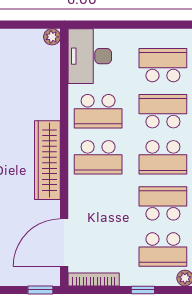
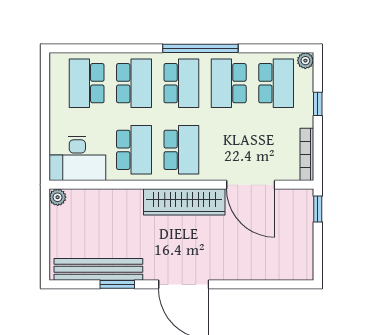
school desk: (163, 111) -> (134, 83), turned 180
door: (64, 243) -> (251, 185), moved

